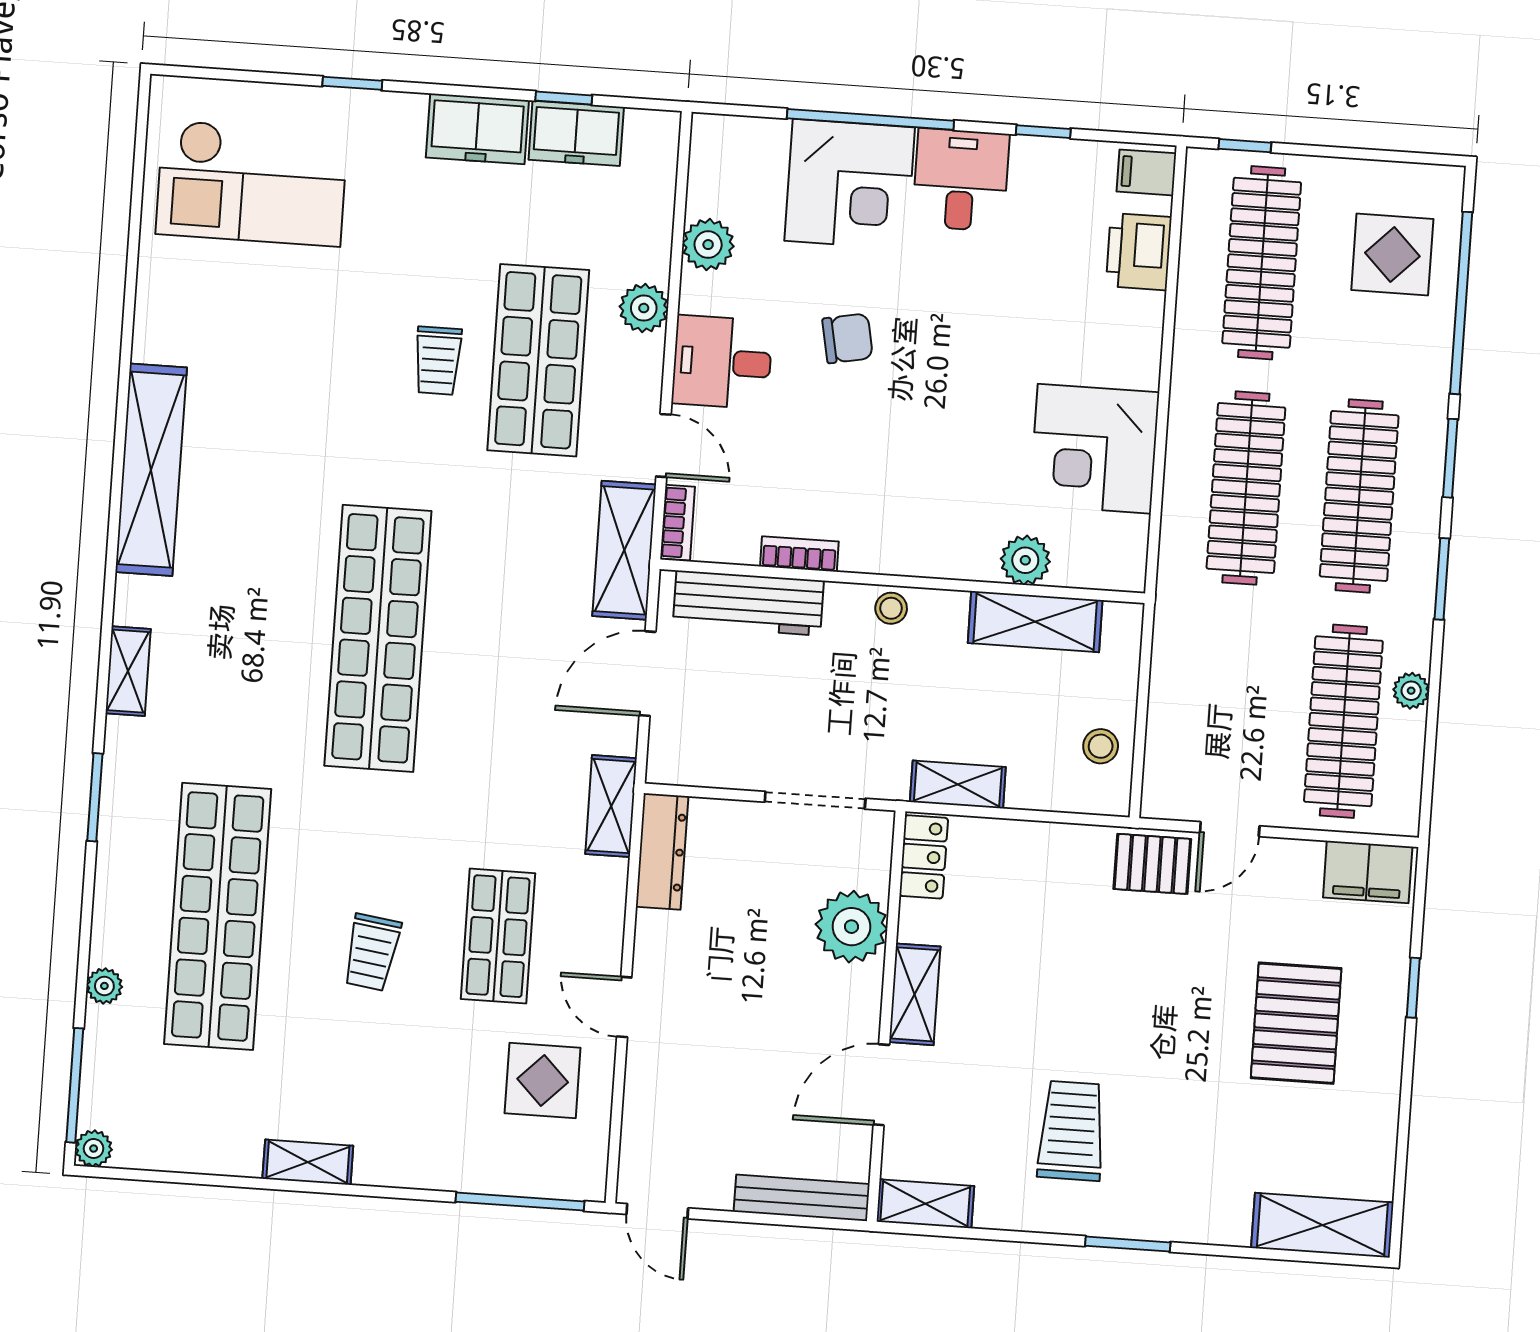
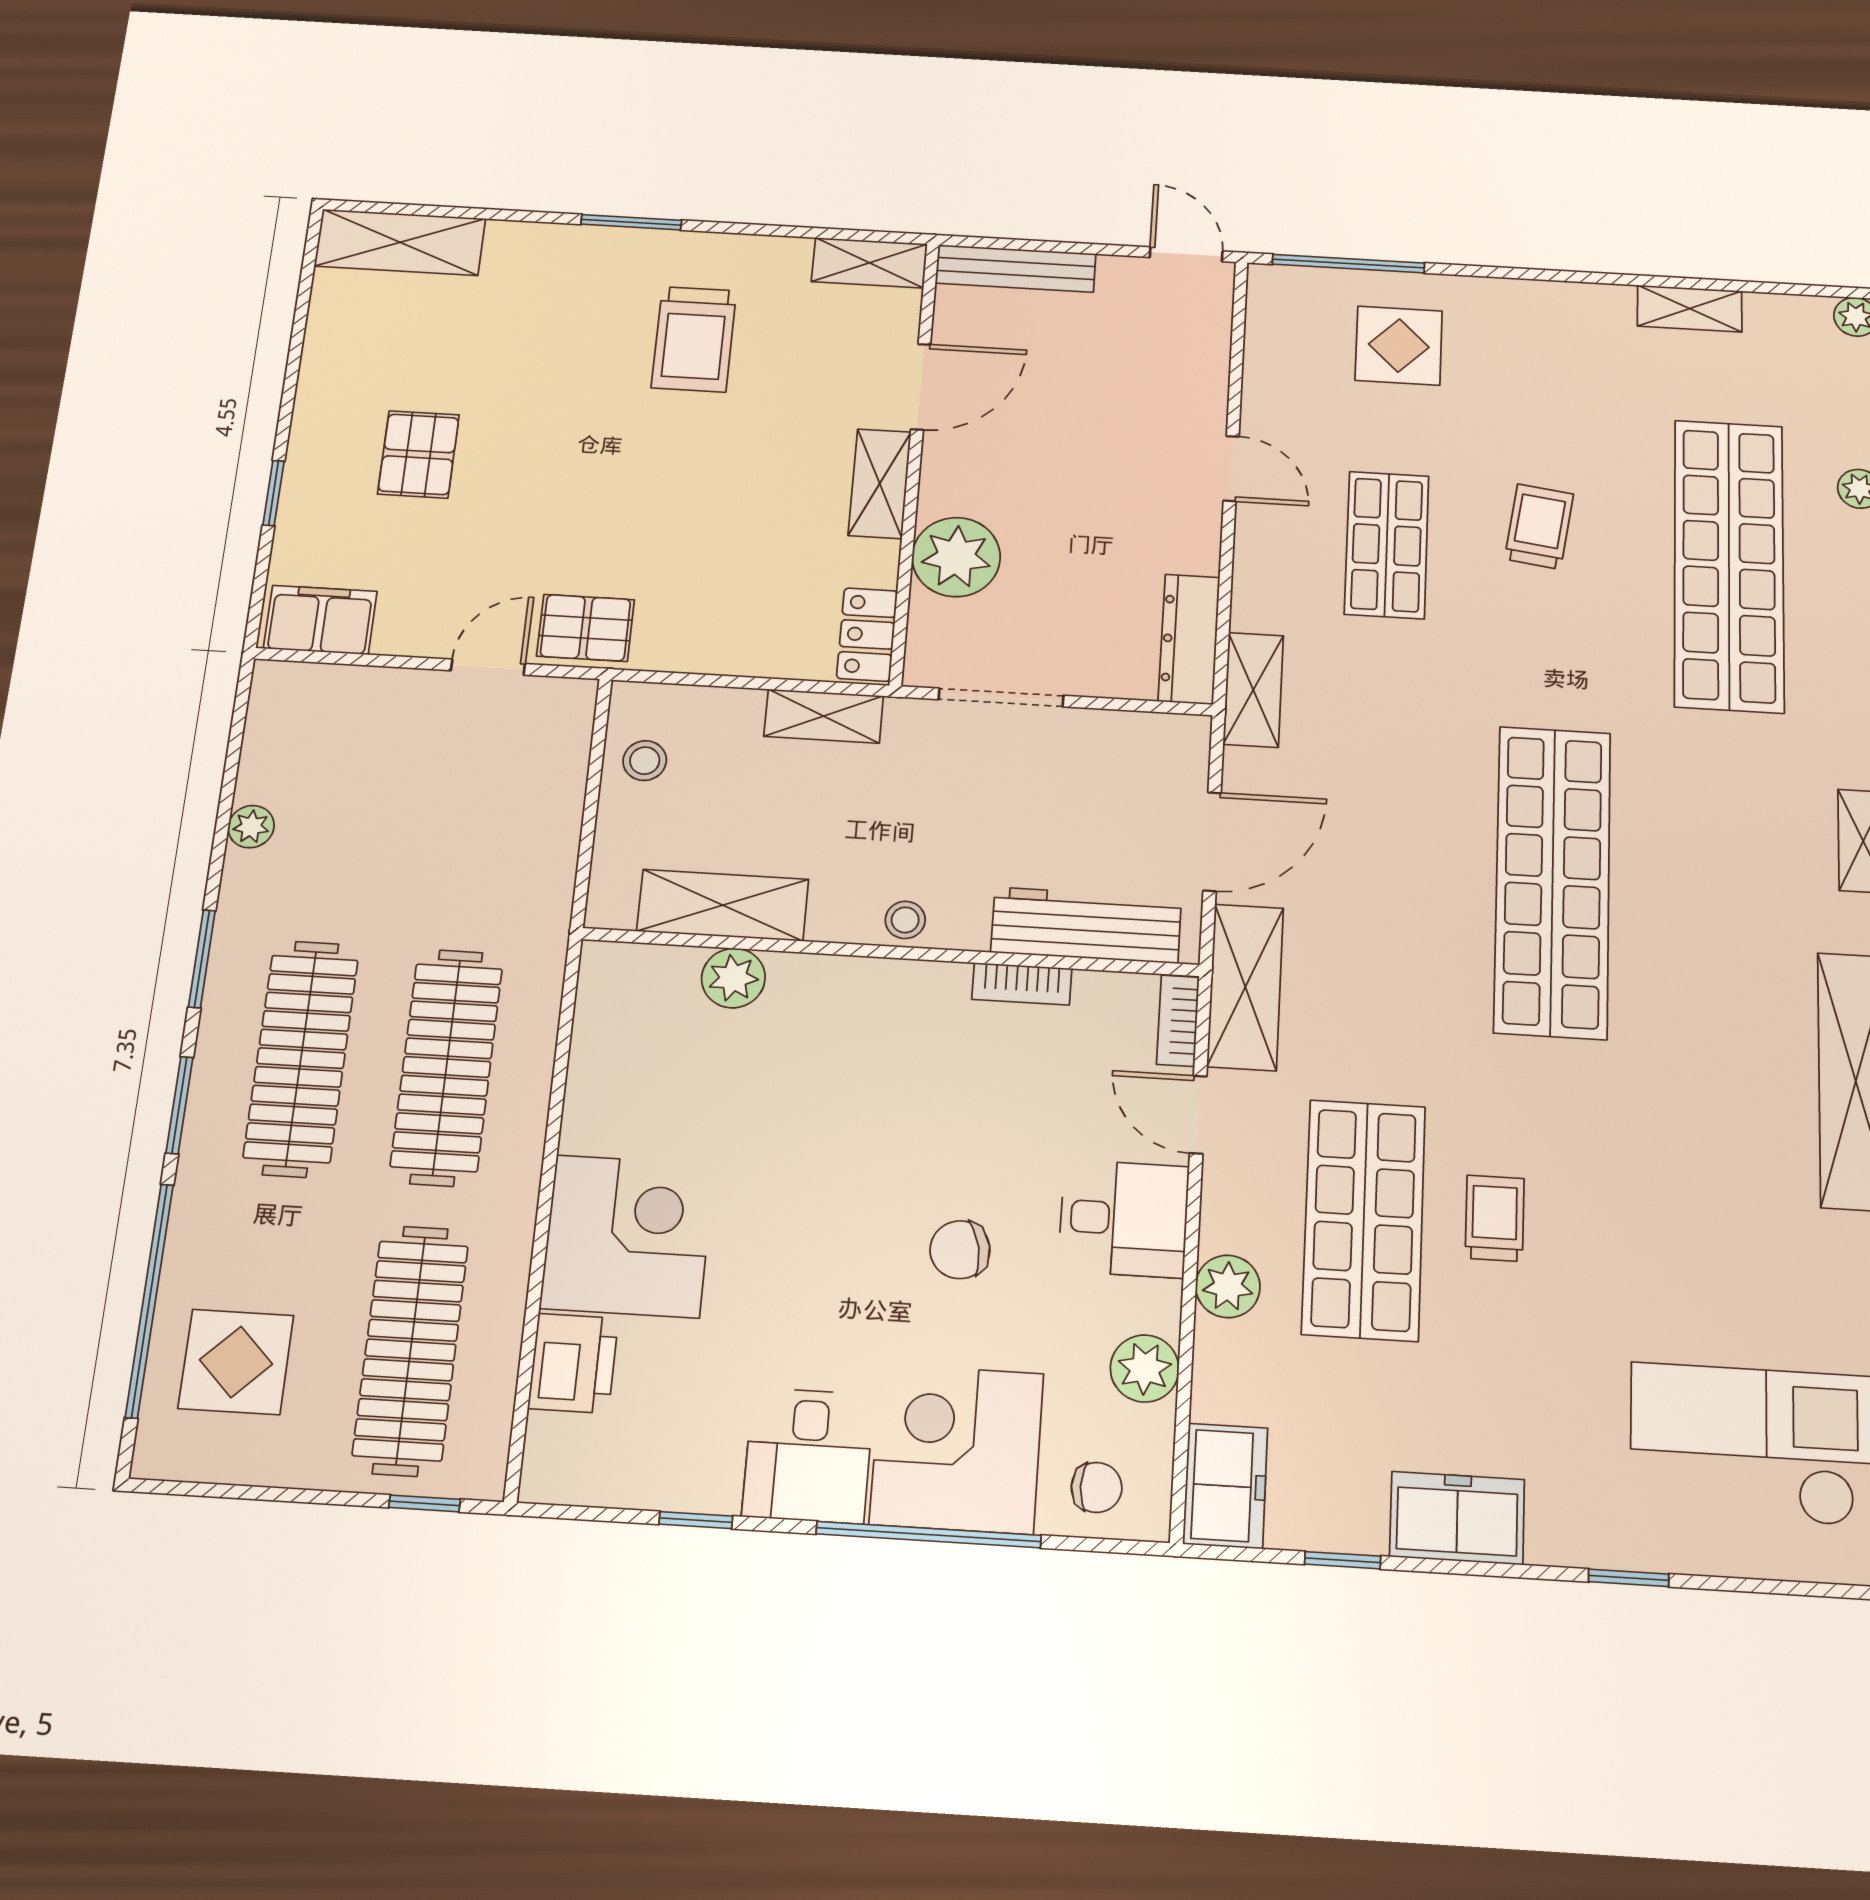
freezer: (576, 133) -> (1225, 1486), moved, turned 90
chair: (745, 154) -> (1097, 1487), added
filing cabinet: (1146, 172) -> (559, 1467), removed
corner desk: (1094, 449) -> (627, 1236), moved
clothes rail: (1343, 721) -> (339, 791), removed
pallet: (1296, 1023) -> (418, 454), width x0.67, depth x0.71
display table: (543, 1080) -> (1399, 346), moved
shelving: (308, 1162) -> (1690, 309), moved

